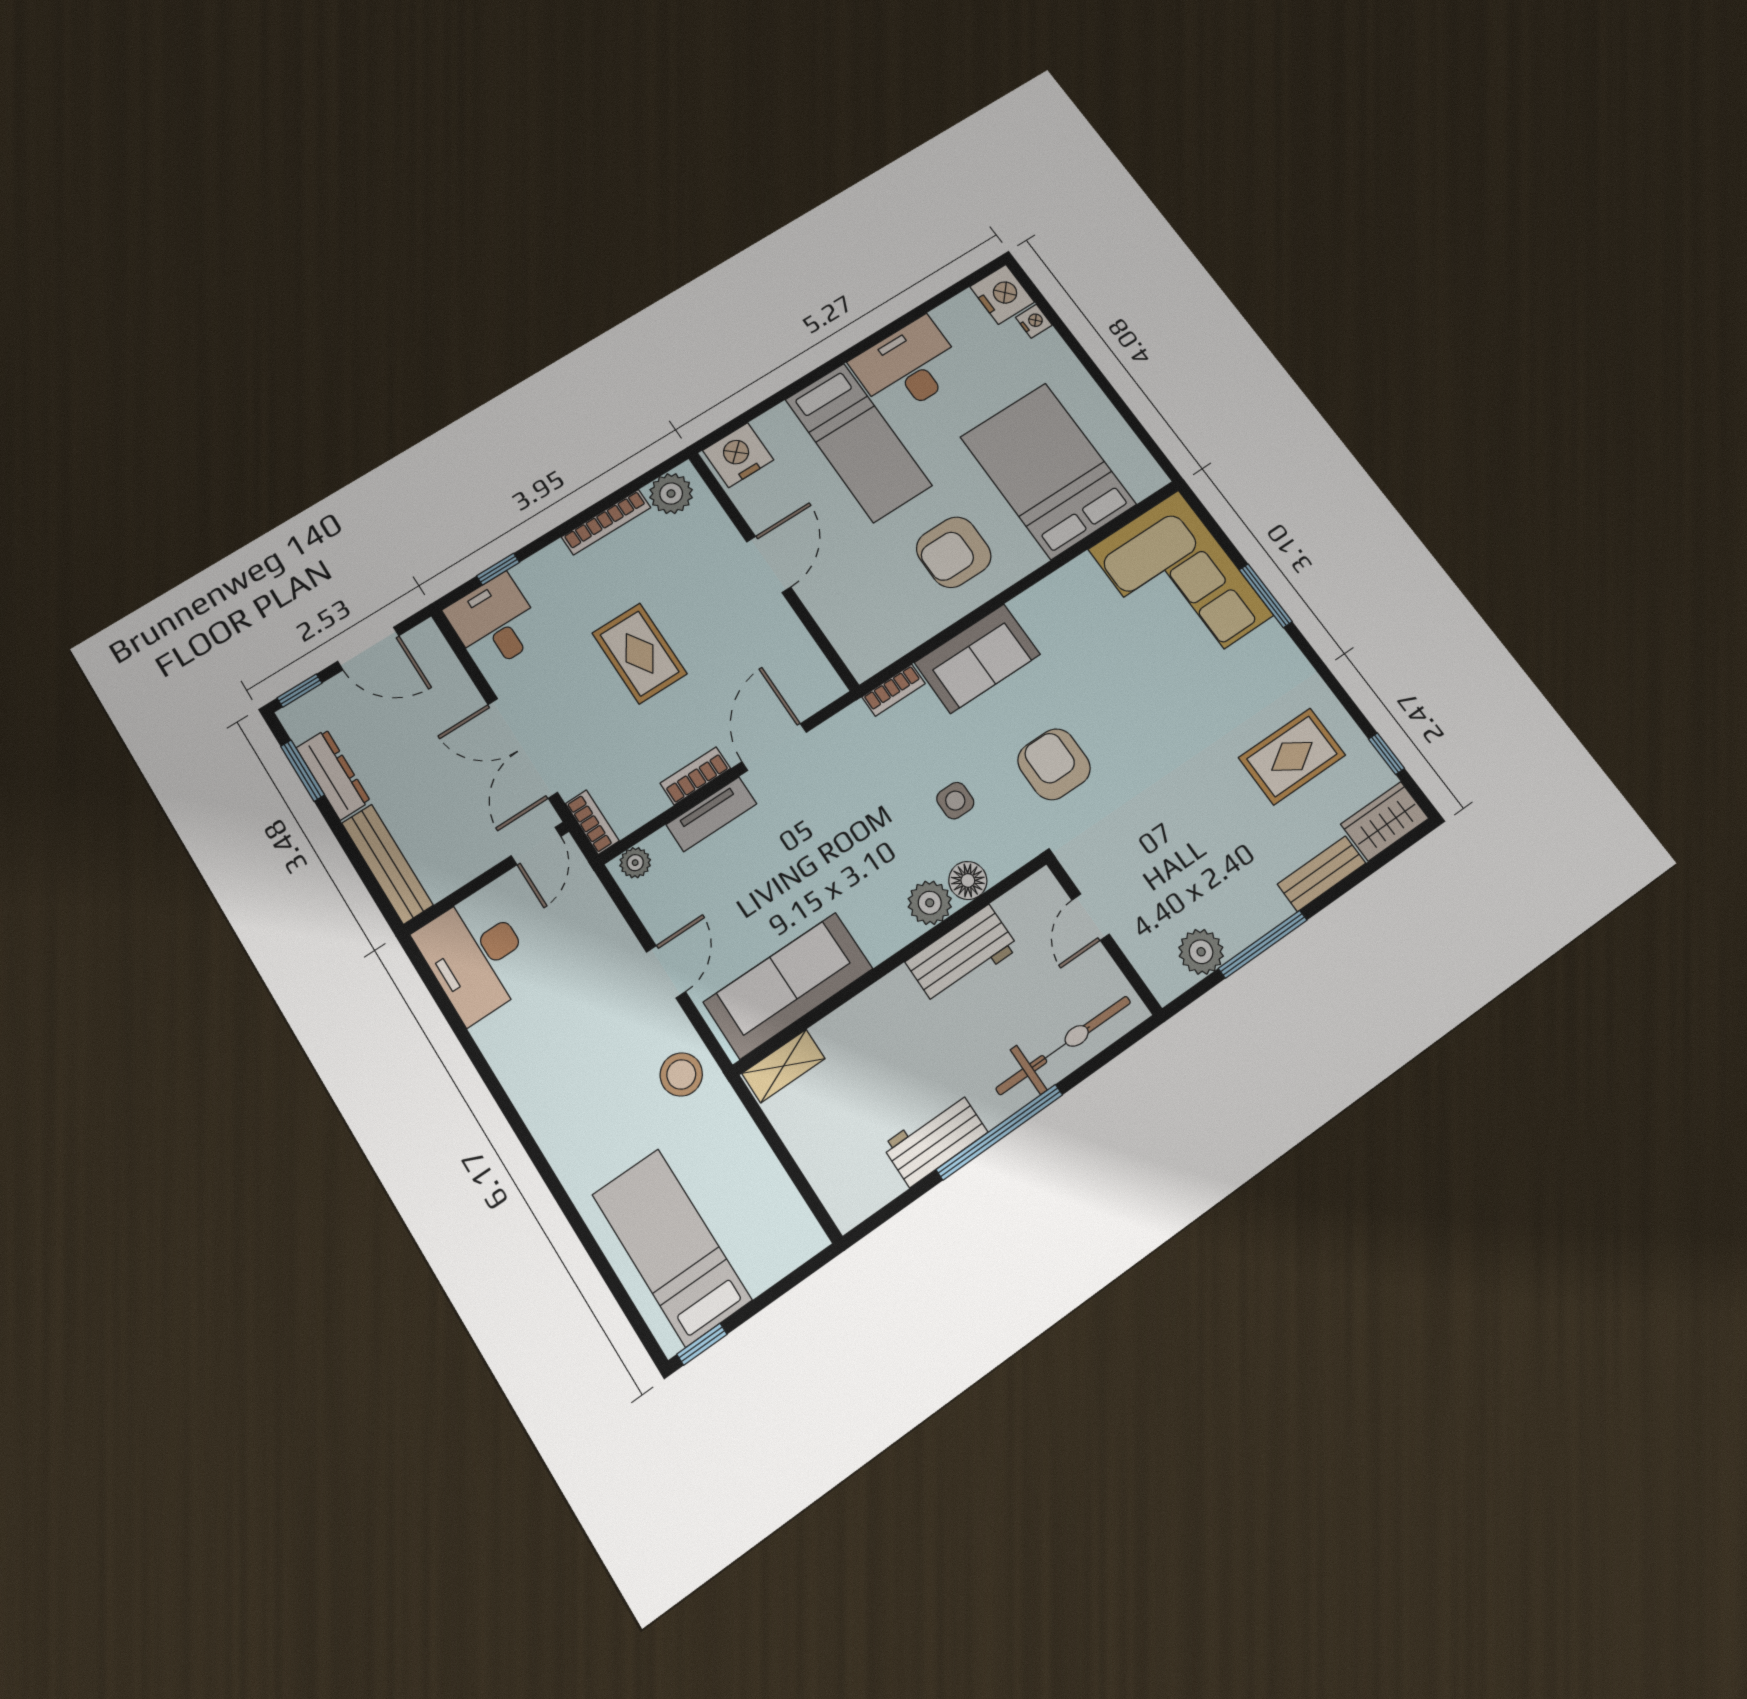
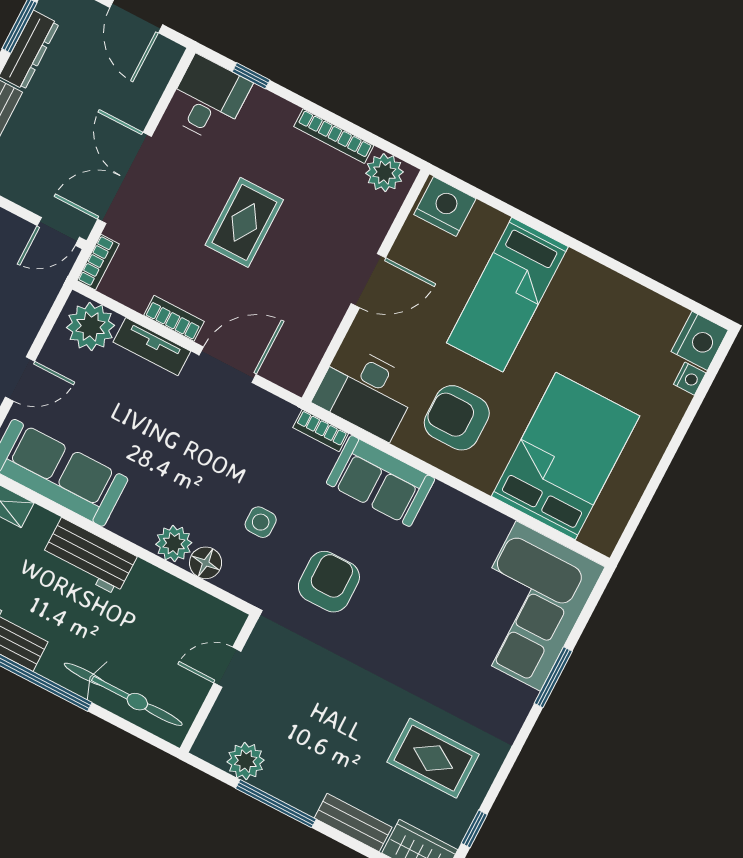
desk: (908, 367) -> (366, 392), moved, turned 180
plant: (635, 863) -> (91, 326), width x1.88, depth x1.88
workbench: (962, 955) -> (89, 556), moved

